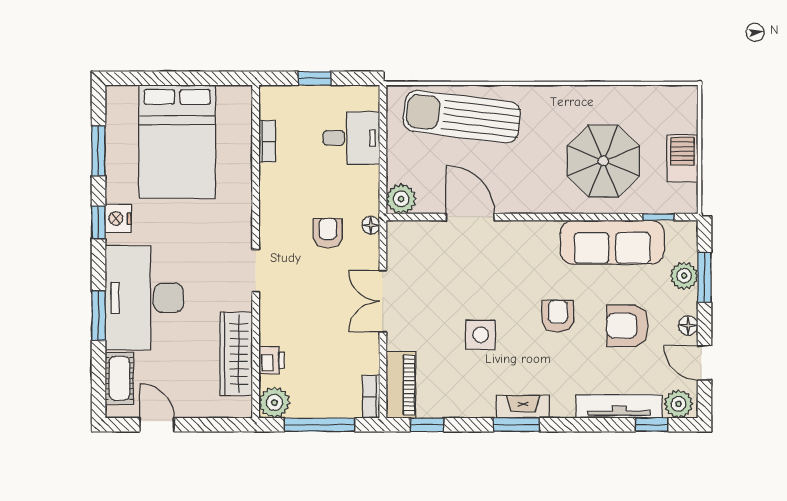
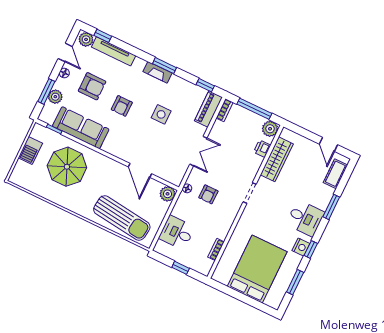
desk: (144, 298) -> (305, 218), width x0.53, depth x0.77

